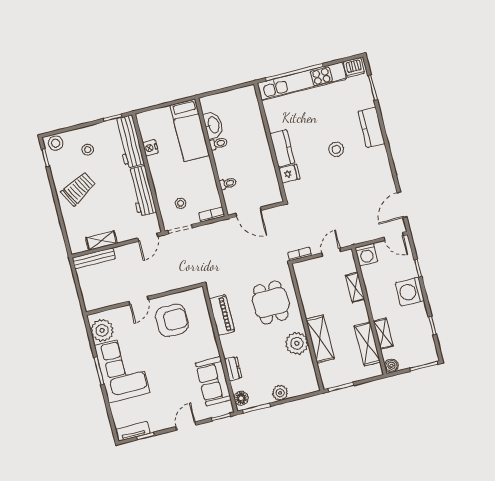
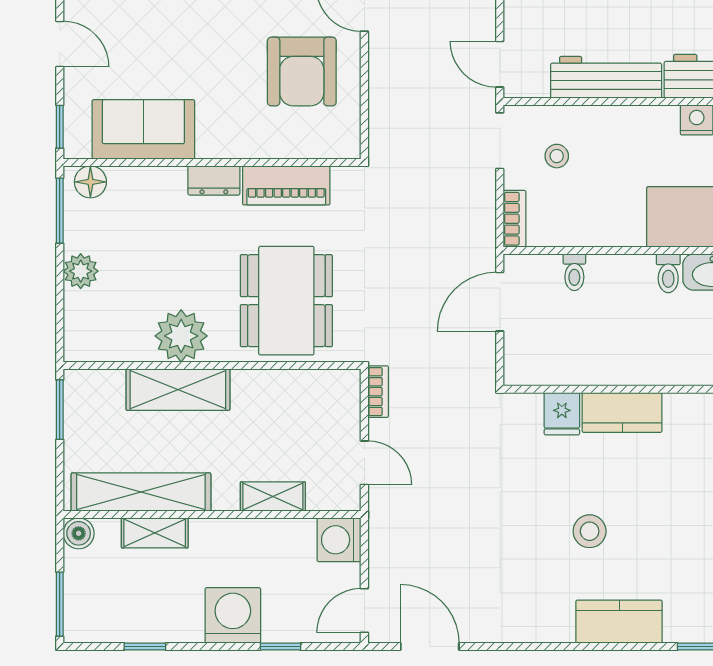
dining table: (271, 303) -> (286, 301), width x1.38
shelving: (367, 344) -> (141, 492), width x1.47
dresser: (233, 369) -> (214, 180), moved

